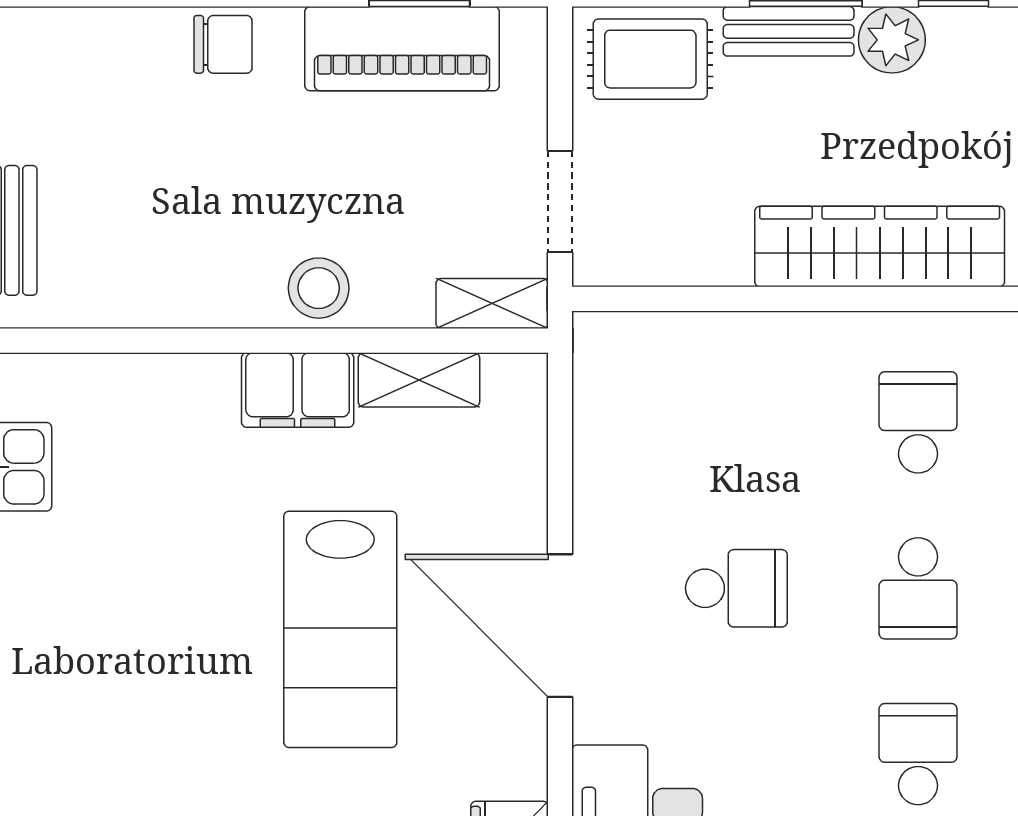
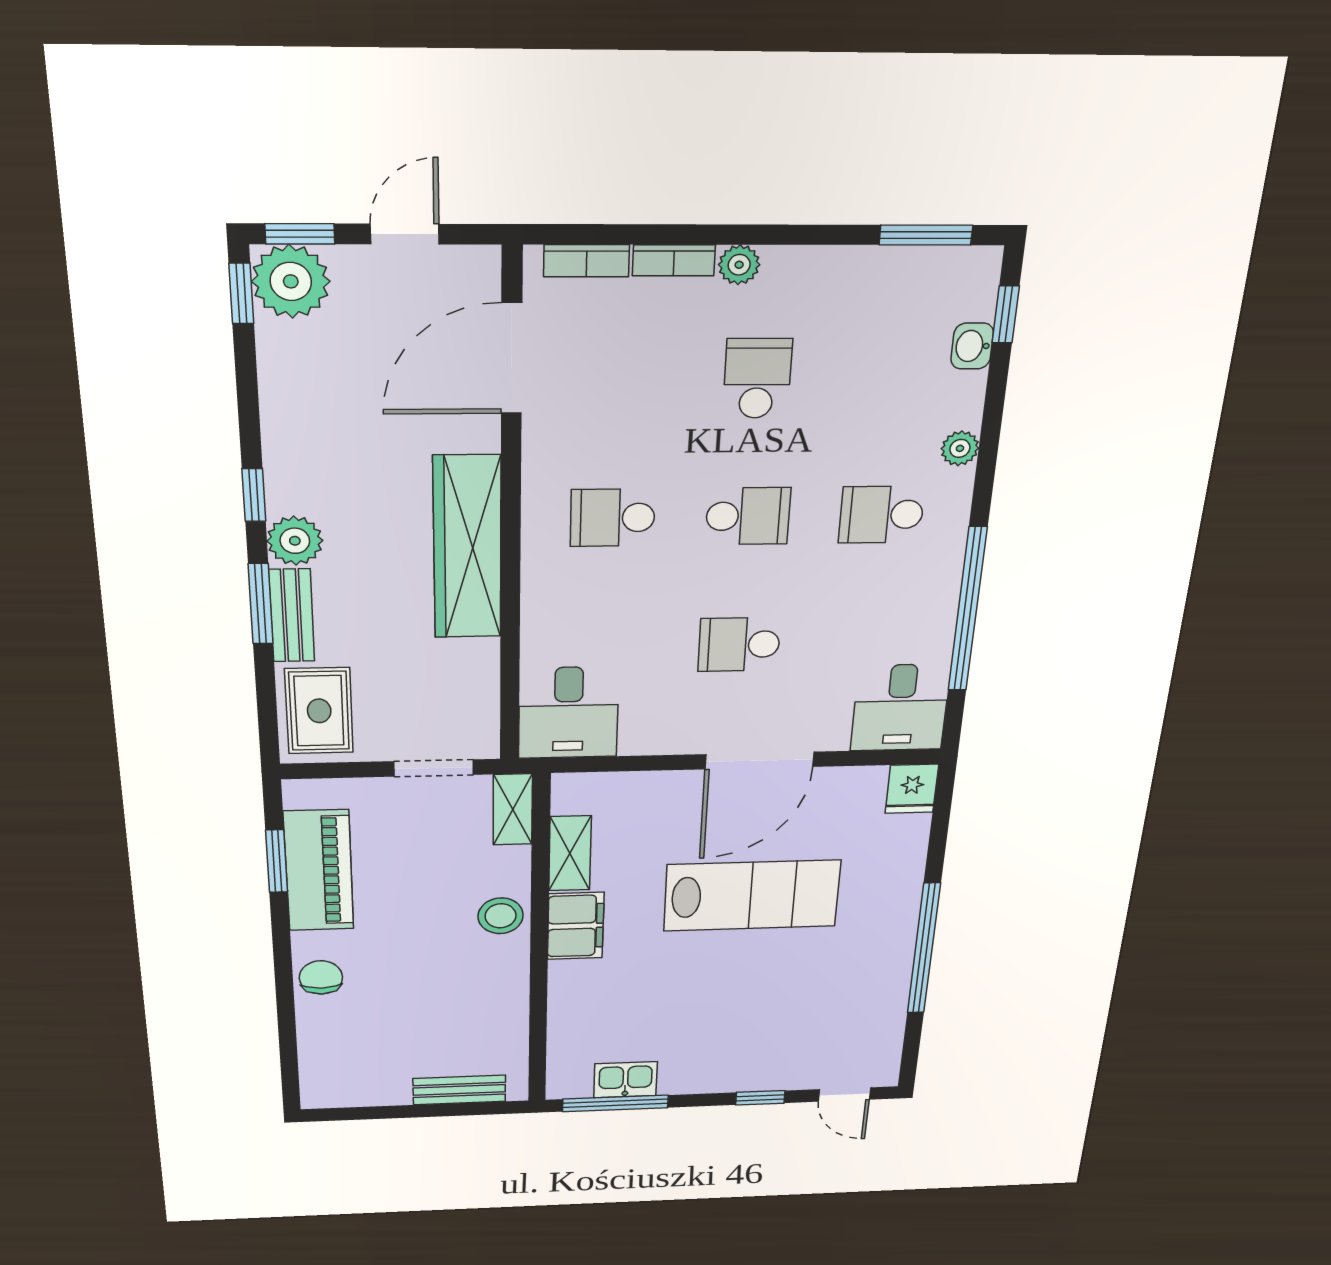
desk: (640, 374) -> (568, 713), added
school desk: (736, 588) -> (739, 645), turned -90

